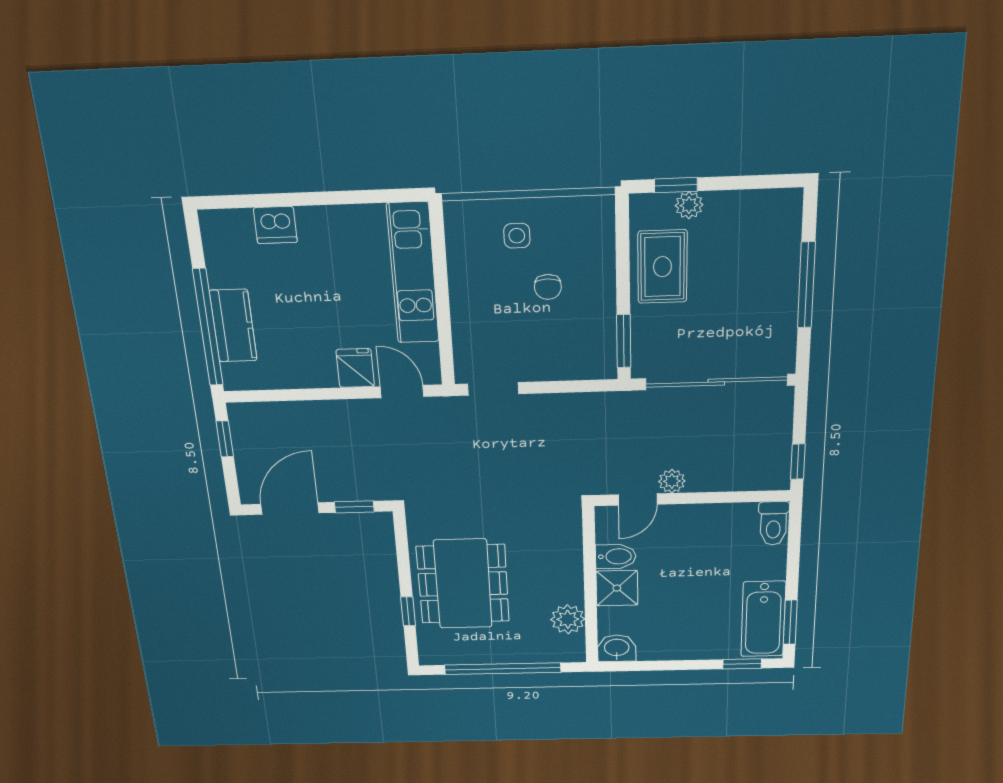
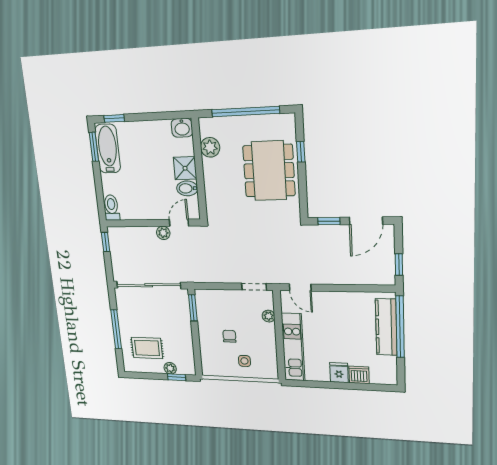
rug: (662, 267) -> (147, 348), moved, turned 90
kitchen counter: (233, 326) -> (386, 327), width x1.50
plant: (464, 333) -> (269, 316), added
fridge: (355, 368) -> (339, 373), moved, turned 180

